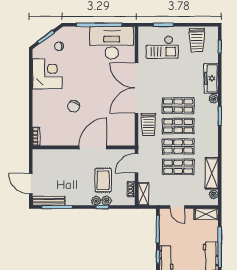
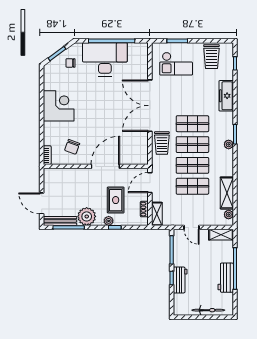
desk: (112, 43) -> (105, 59), moved
corner desk: (47, 74) -> (59, 106), moved
plant: (214, 99) -> (229, 144), moved
chair: (74, 106) -> (72, 147), moved
plant: (106, 201) -> (87, 216), moved, width x1.88, depth x1.88

